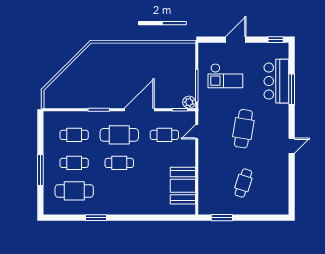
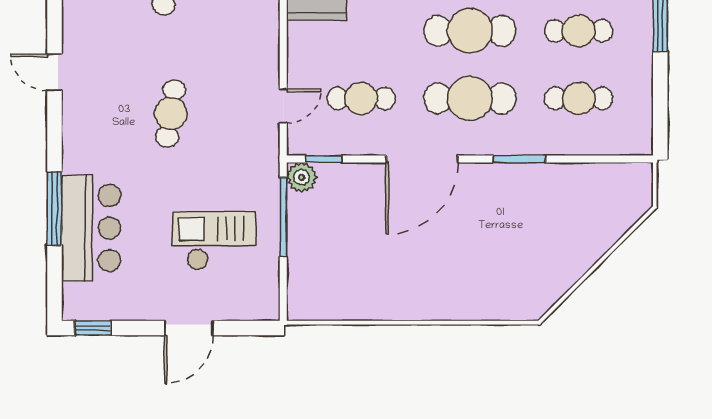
cafe table: (243, 129) -> (171, 113), width x0.73, depth x0.74
door: (292, 146) -> (54, 72), hinge flipped
cafe table: (119, 163) -> (470, 31), width x1.37, depth x1.35

